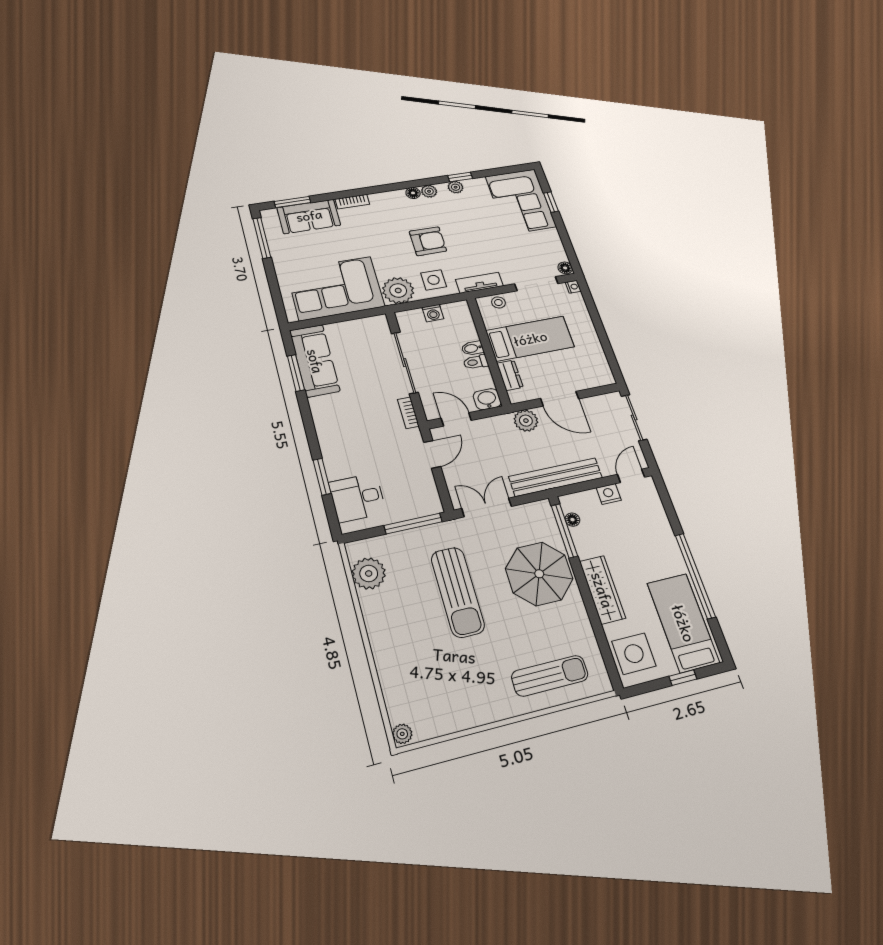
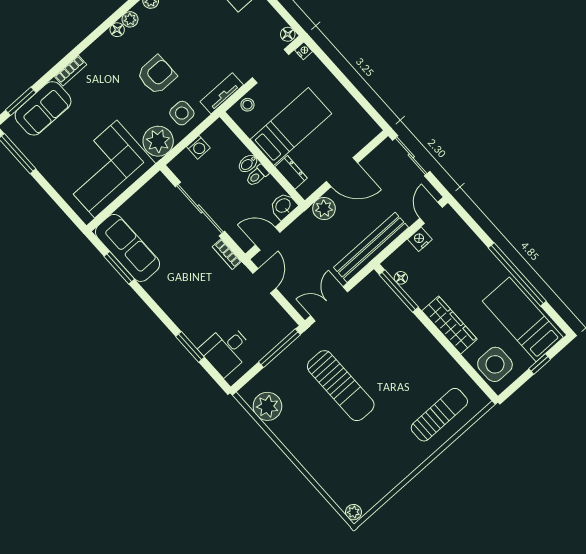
parasol: (539, 574) -> (395, 338), removed

